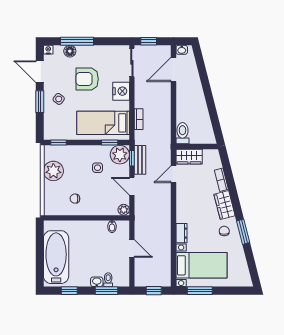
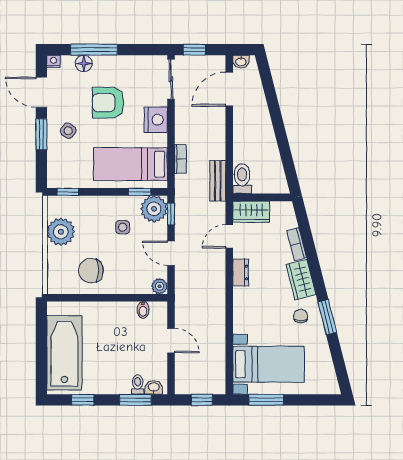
bench: (140, 160) -> (218, 181), moved
chair: (75, 199) -> (91, 271), width x1.87, depth x1.87
dresser: (181, 233) -> (241, 272), moved
washbasin: (97, 282) -> (154, 387), moved

